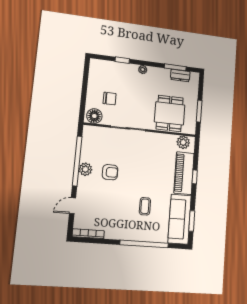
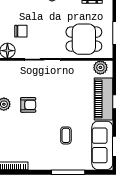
dining table: (170, 113) -> (84, 39), turned 90
window: (144, 244) -> (68, 172), width x0.68

